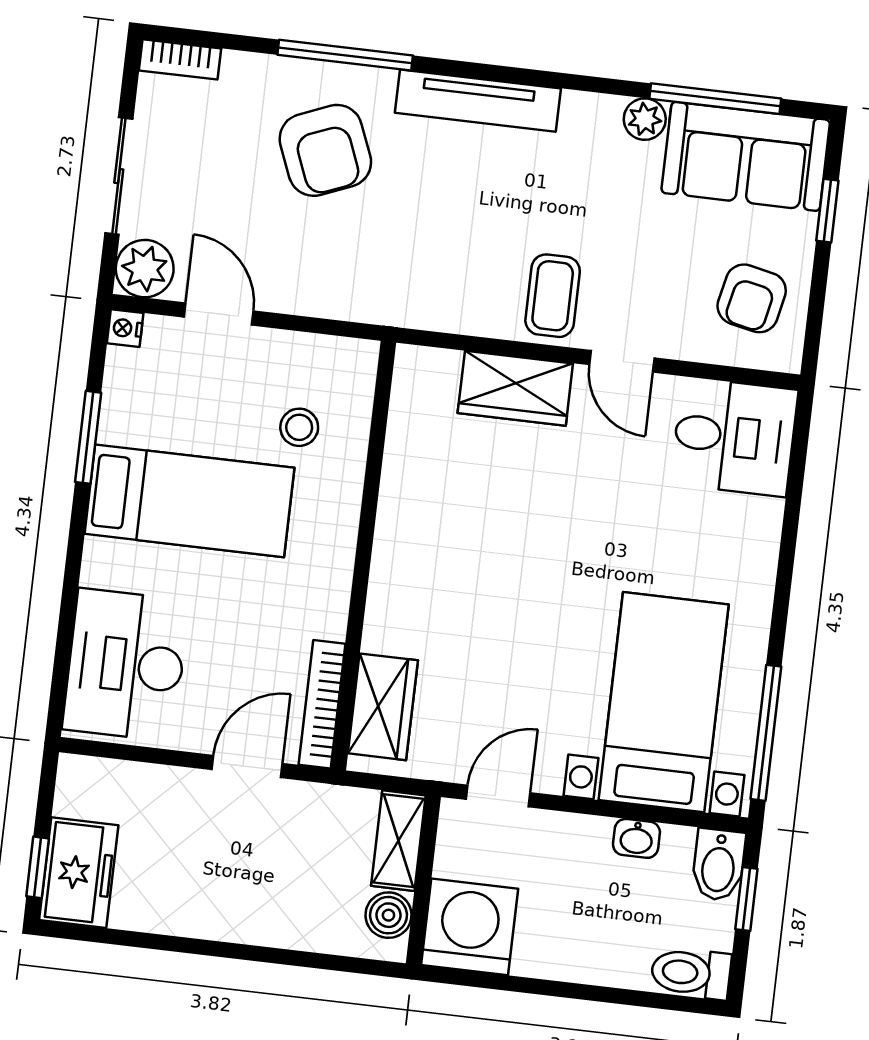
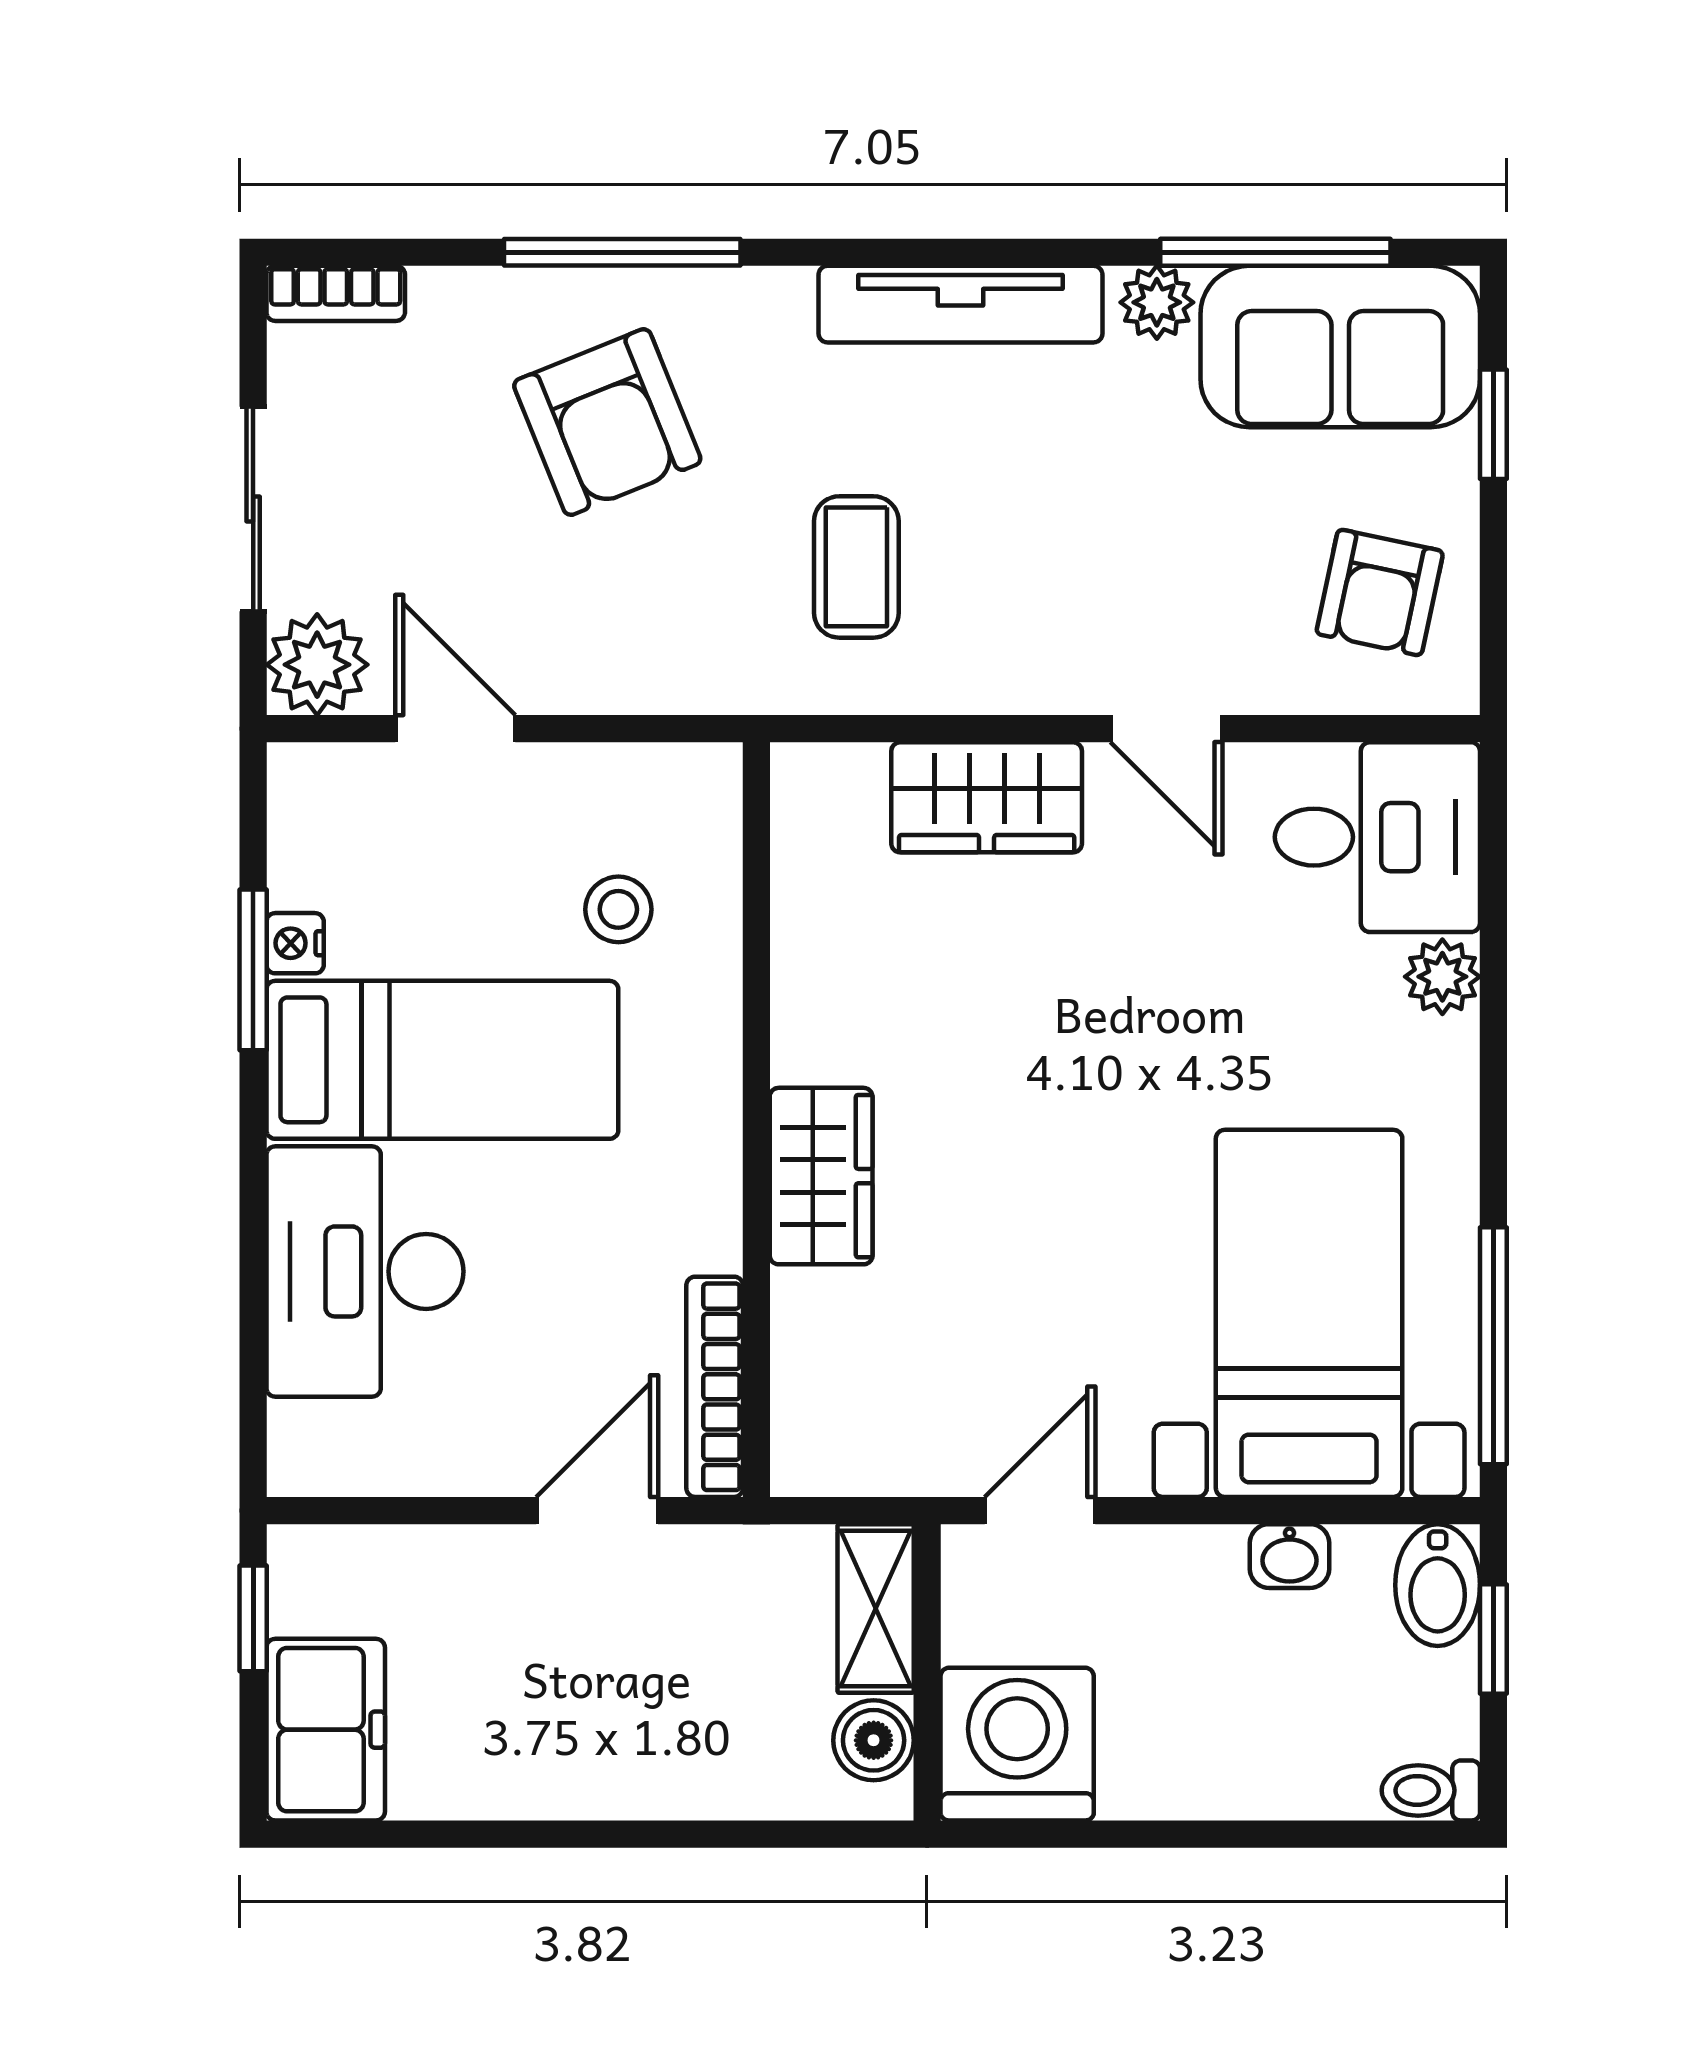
tv unit: (478, 101) -> (960, 304), moved
coffee table: (553, 296) -> (856, 567), moved
nightstand: (125, 328) -> (295, 943), moved
plant: (762, 520) -> (1442, 977), added
desk: (126, 665) -> (365, 1271), moved
wardrobe: (383, 707) -> (821, 1176), moved
window: (38, 867) -> (253, 1618), moved
toilet: (691, 973) -> (1431, 1790), width x0.73, depth x0.72

